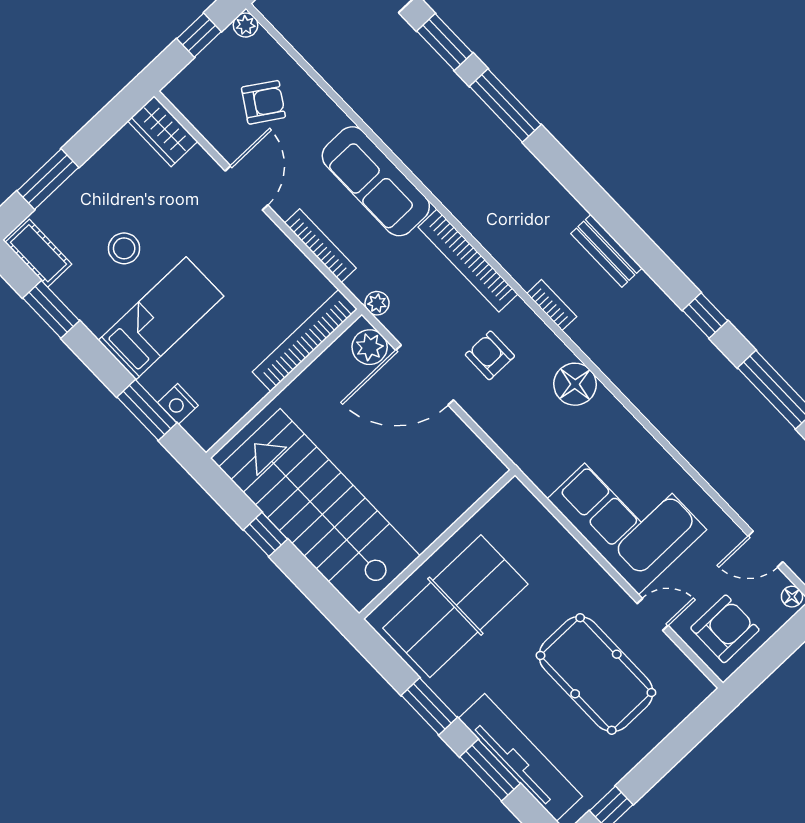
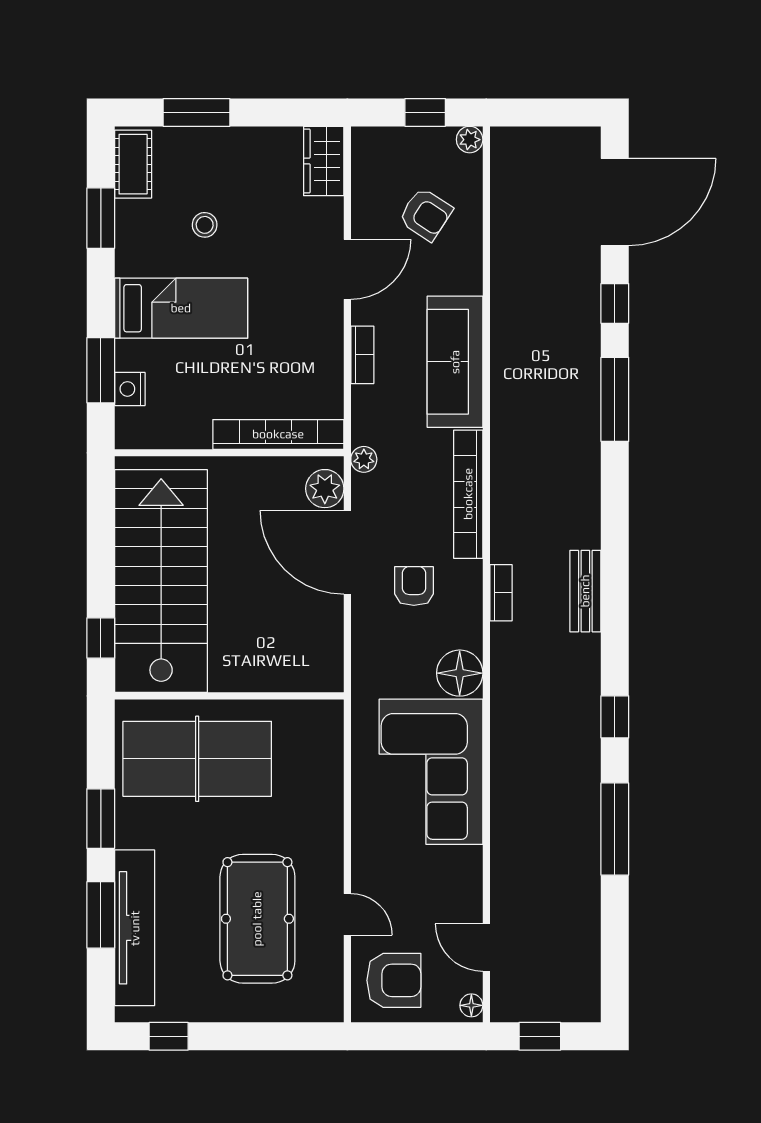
window: (445, 42) -> (615, 303), width x0.67
bookcase: (320, 246) -> (362, 355), width x0.64
stool: (124, 248) -> (205, 225), width x0.73, depth x0.73
corner sofa: (627, 514) -> (431, 772), moved, turned 180
window: (265, 534) -> (101, 638), moved

